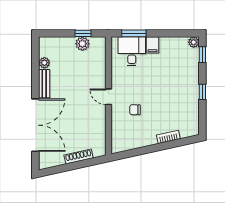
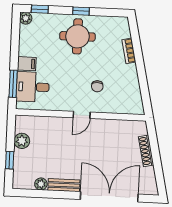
window: (83, 33) -> (10, 160), moved
round table: (179, 90) -> (77, 36), added

